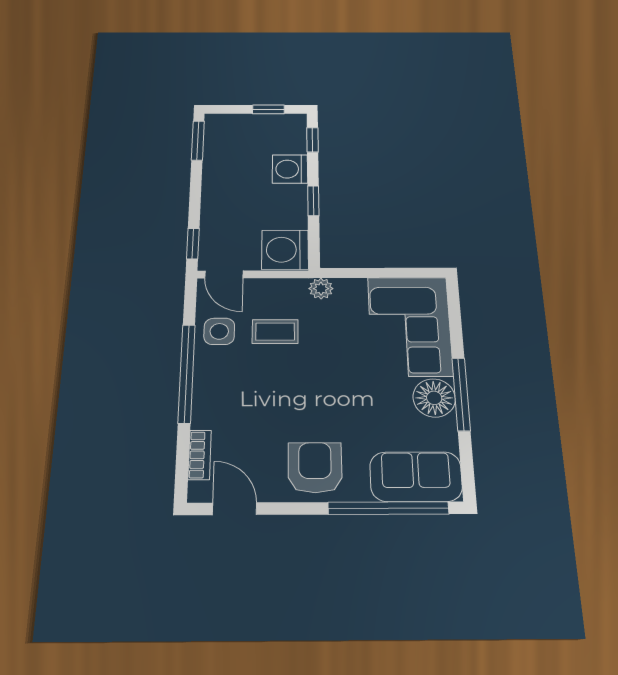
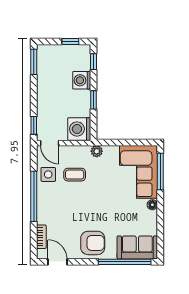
window: (461, 394) -> (160, 171), moved
floor lamp: (434, 398) -> (152, 205), width x0.53, depth x0.53
armchair: (315, 468) -> (93, 243), turned 90

